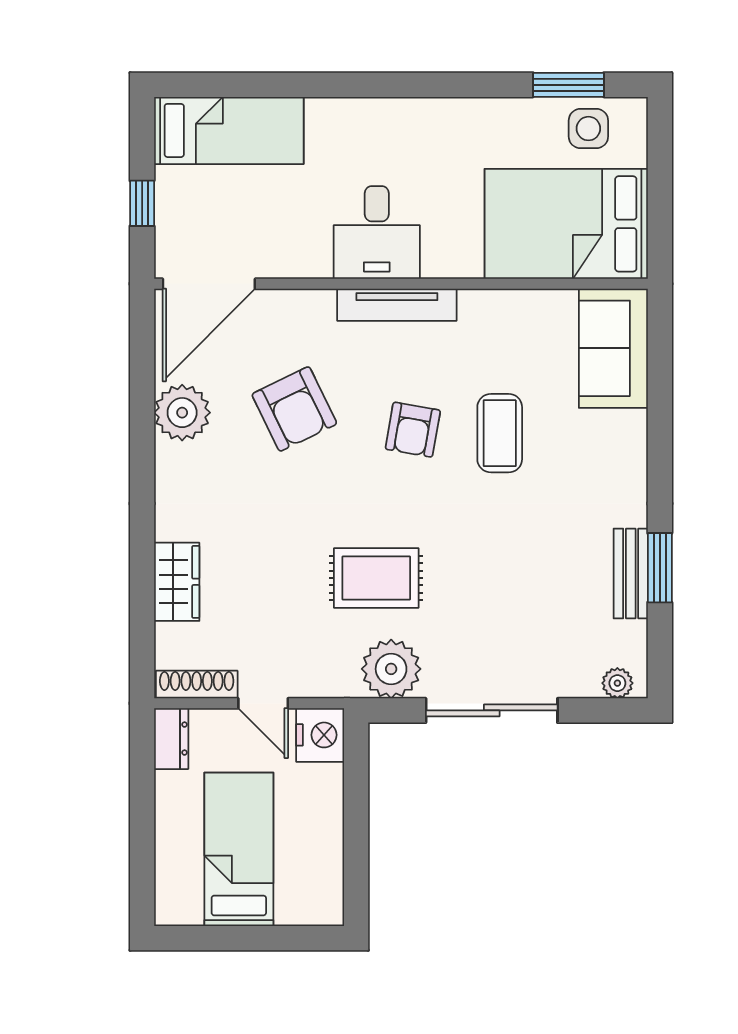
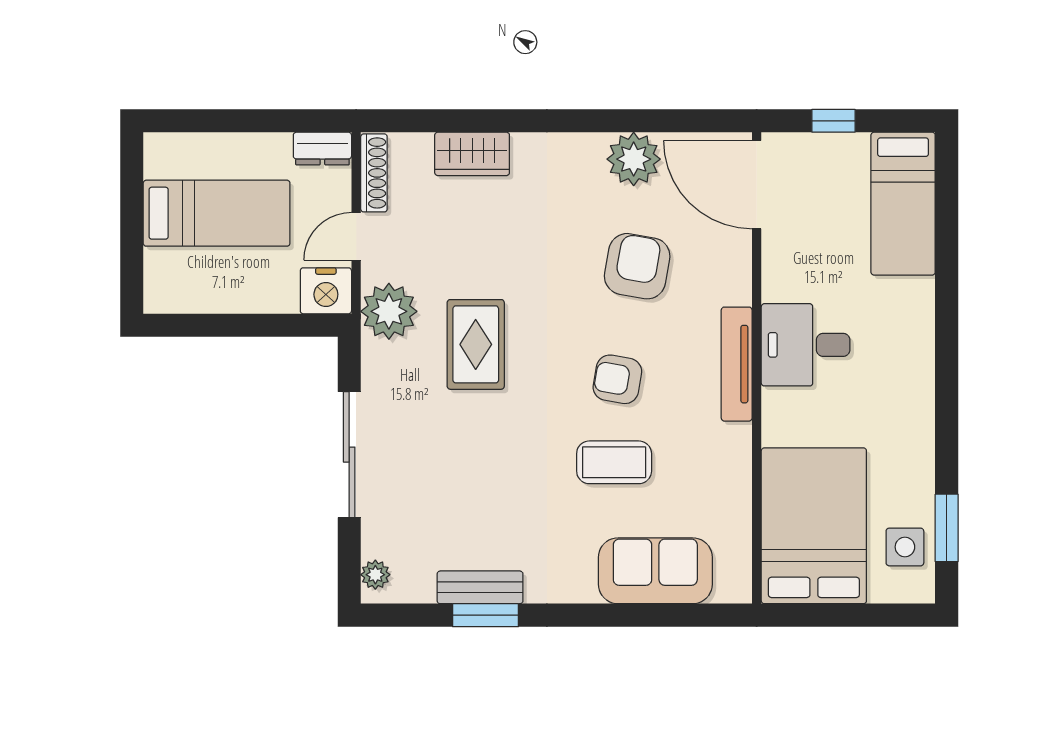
sofa: (613, 348) -> (655, 571), moved
armchair: (294, 409) -> (637, 266), turned 126
plant: (391, 669) -> (389, 311), moved

